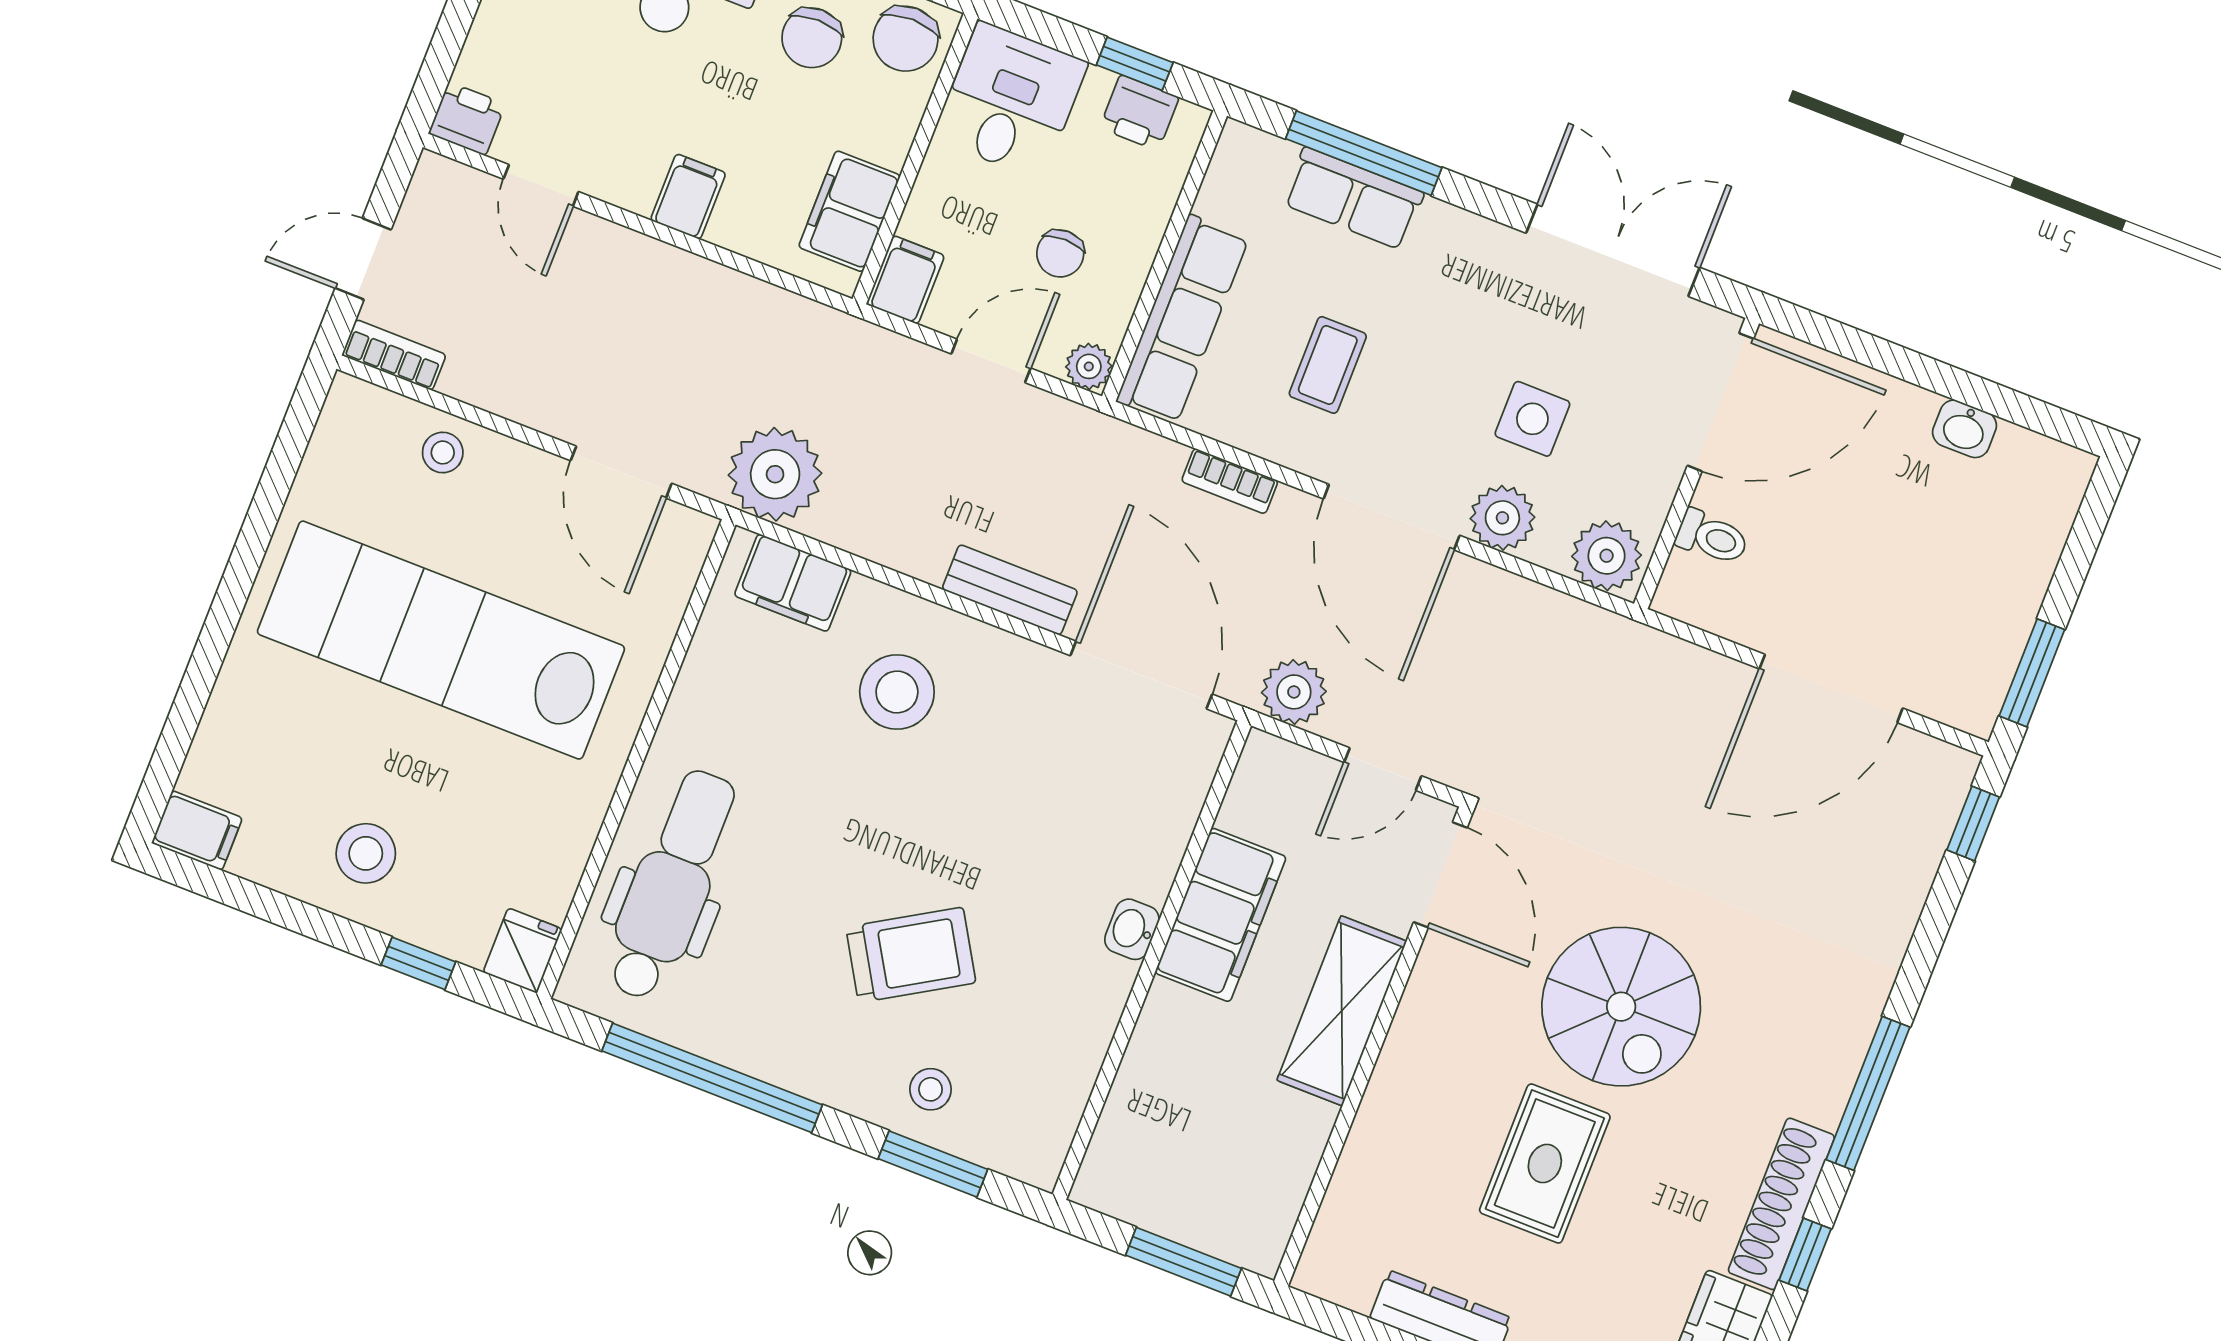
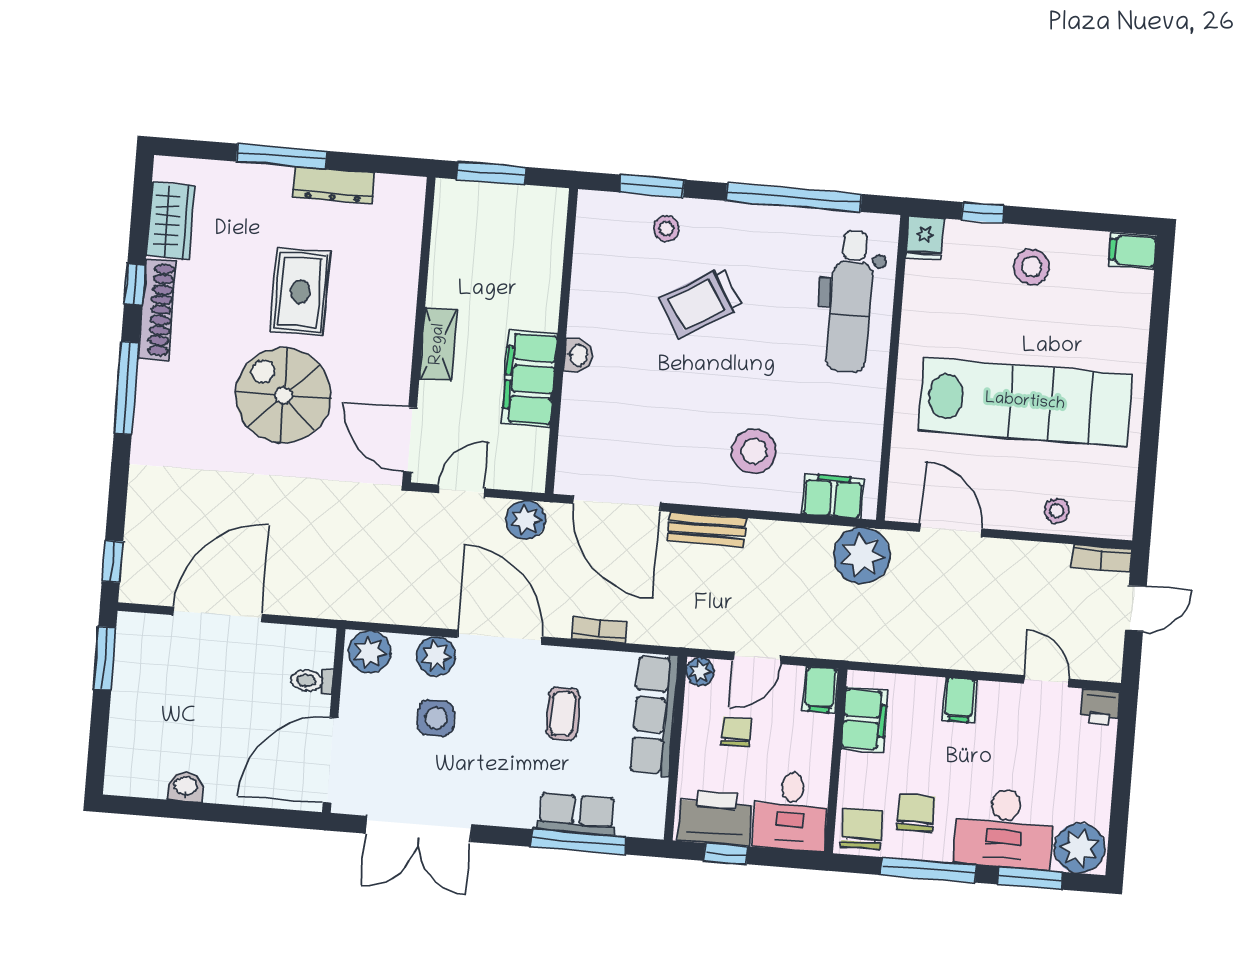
printer: (1139, 113) -> (715, 818), width x1.87, depth x1.48
shelving: (1342, 1011) -> (438, 344), width x0.67, depth x0.75

